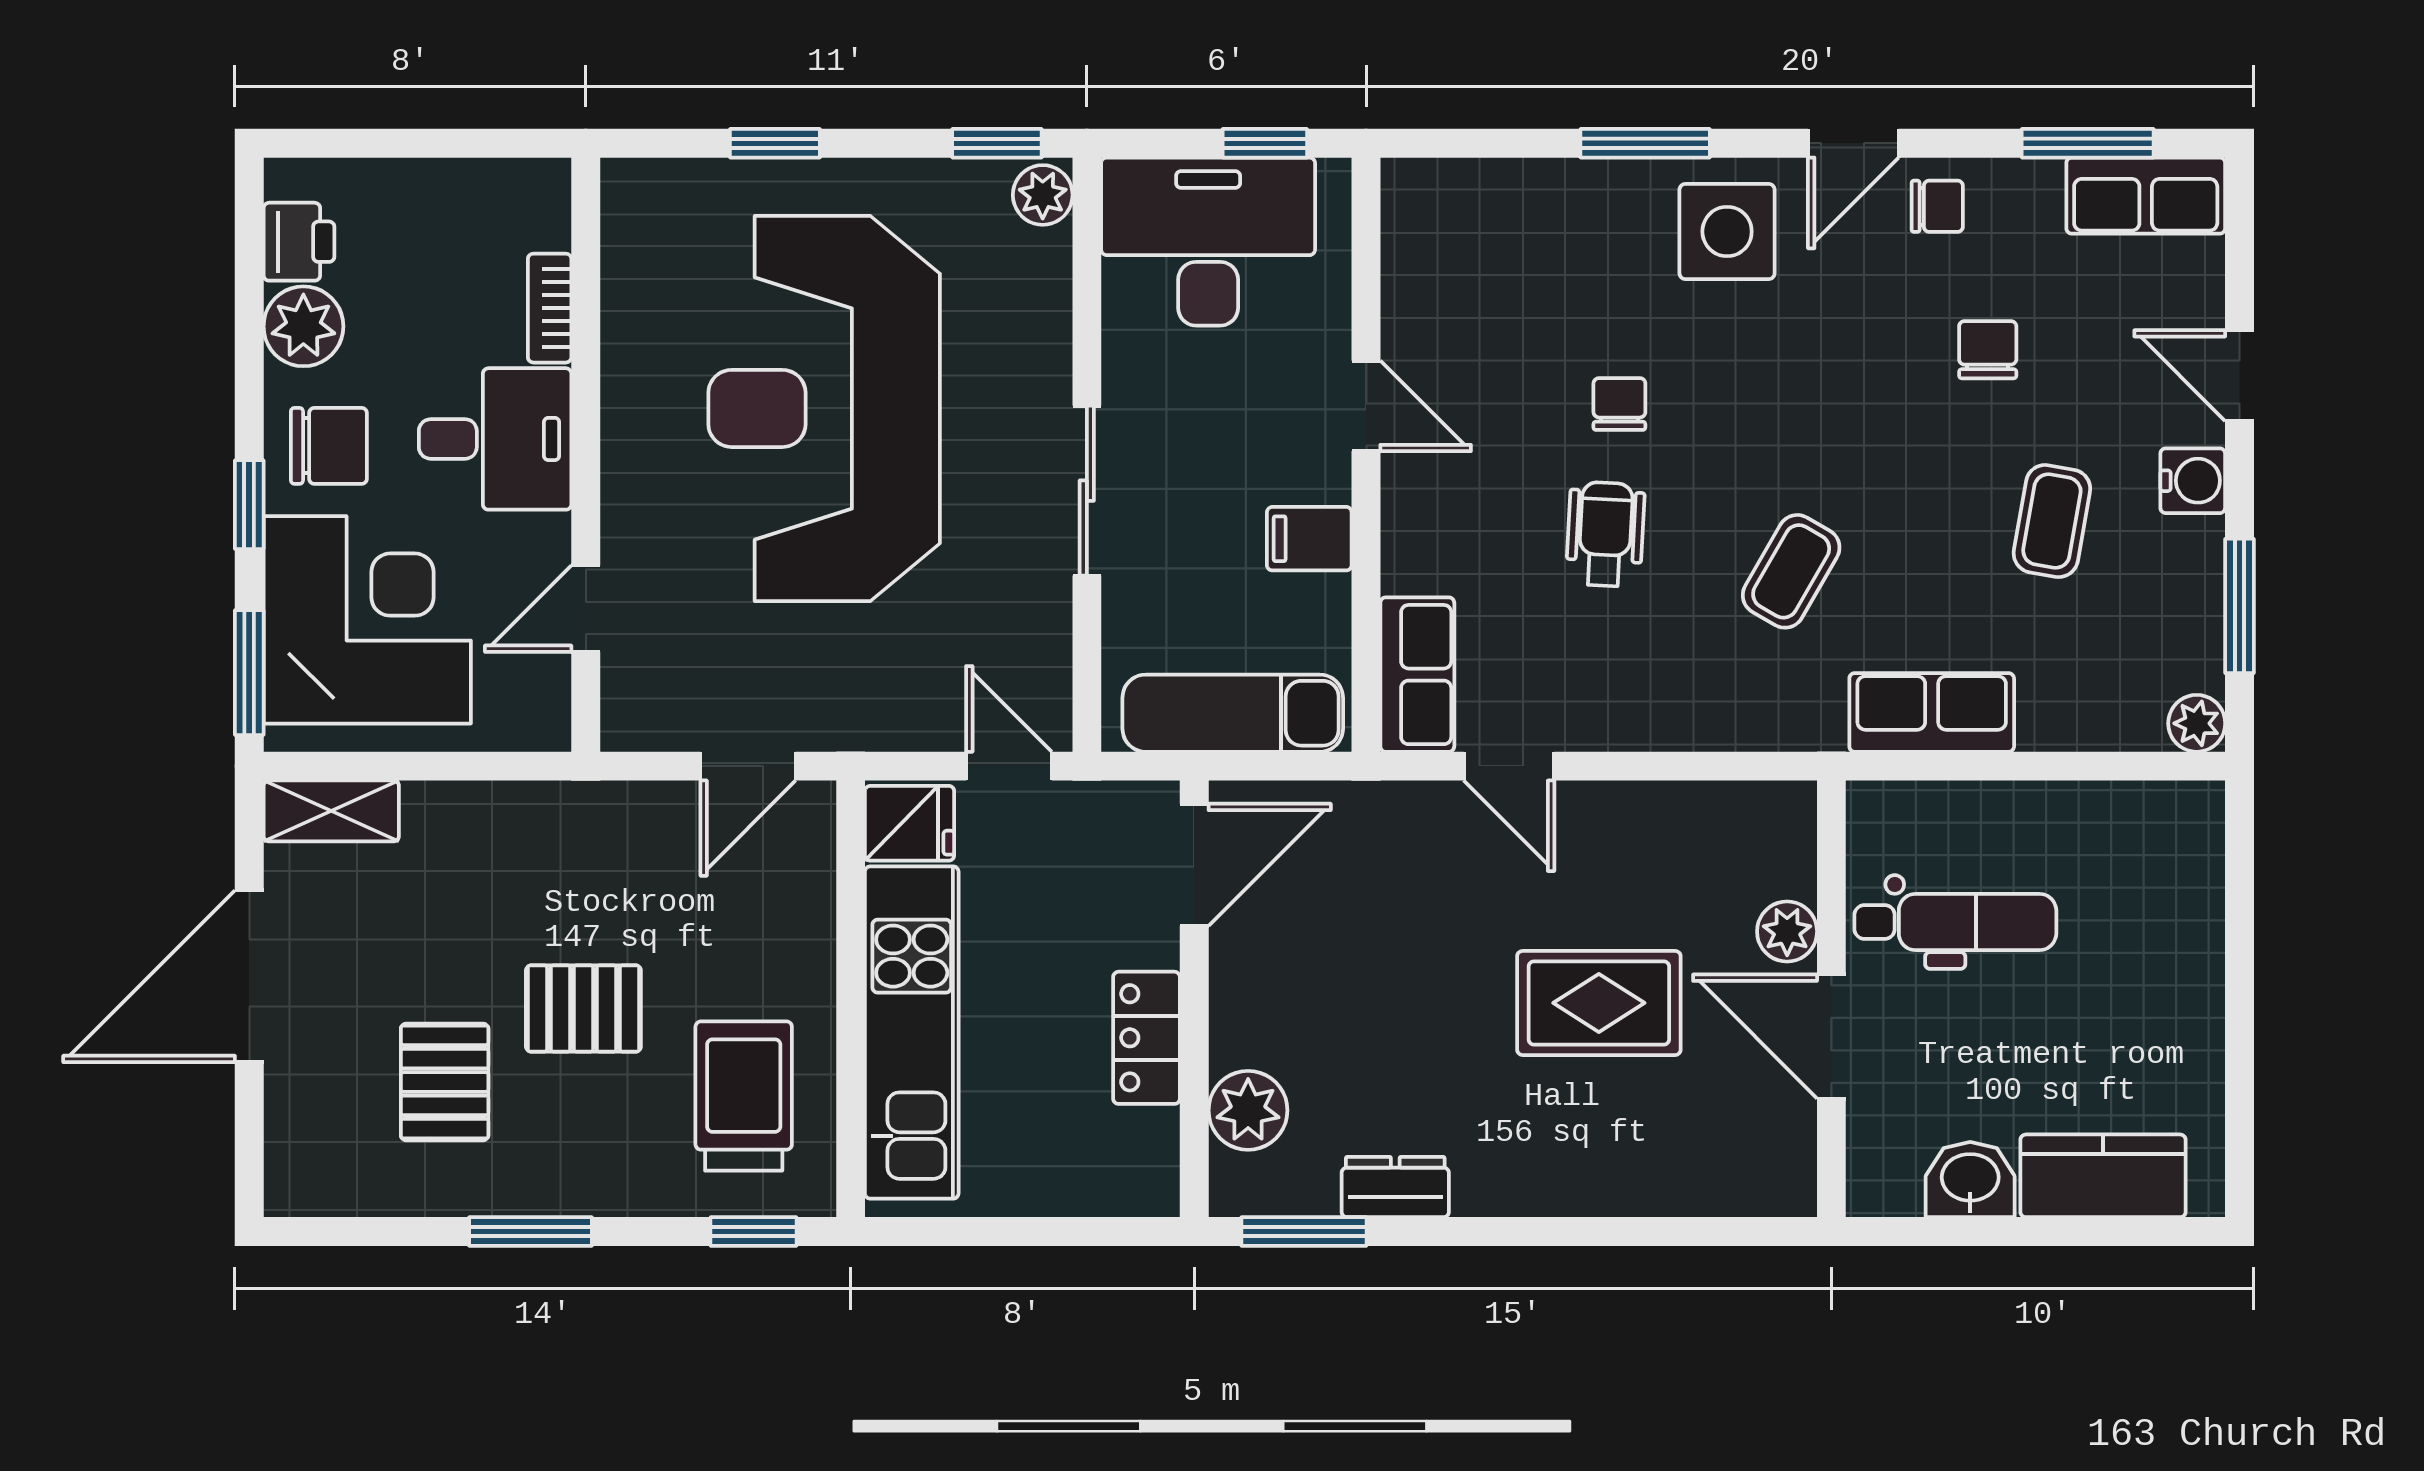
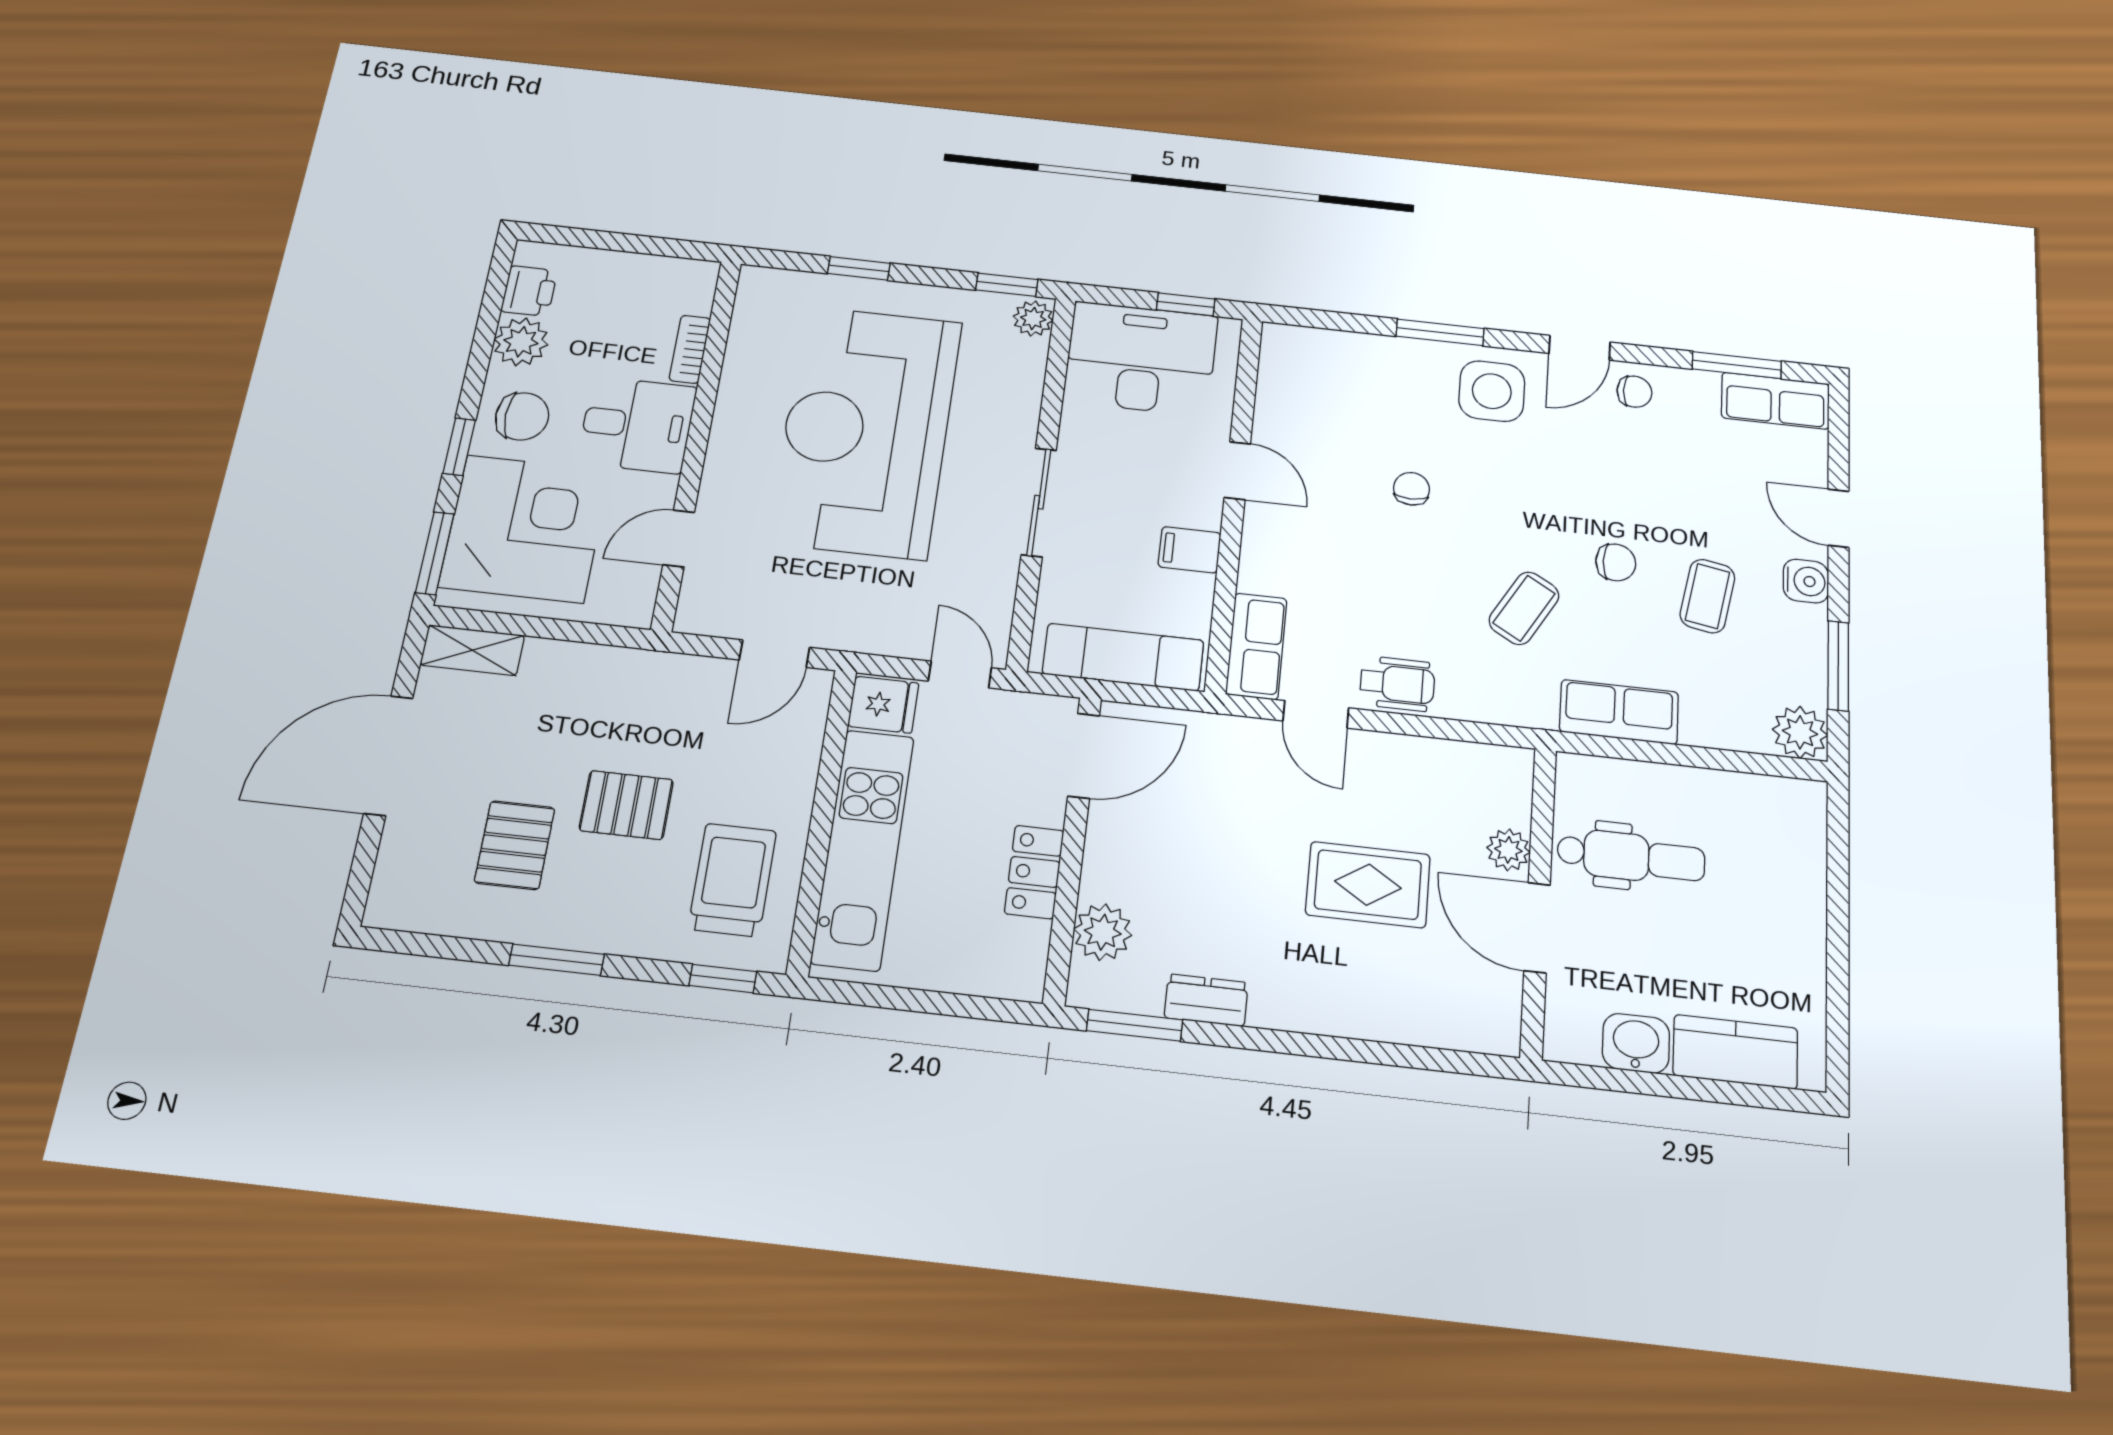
chair: (1988, 350) -> (1616, 562), moved, turned 90
wheelchair: (1605, 534) -> (1397, 684), moved, turned 87
plant: (2197, 723) -> (1800, 732), width x1.38, depth x1.38

